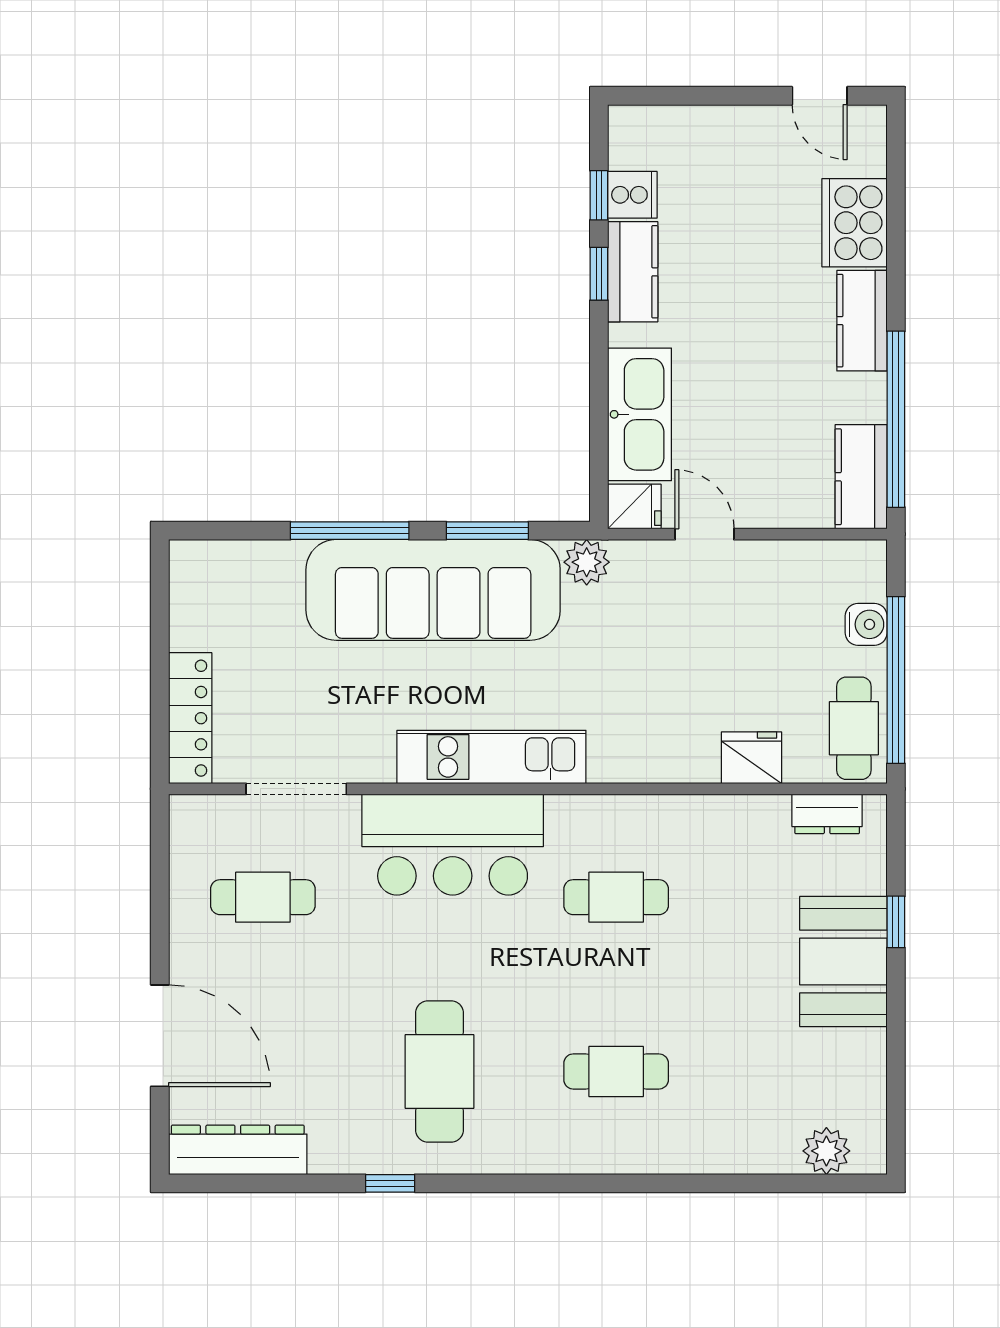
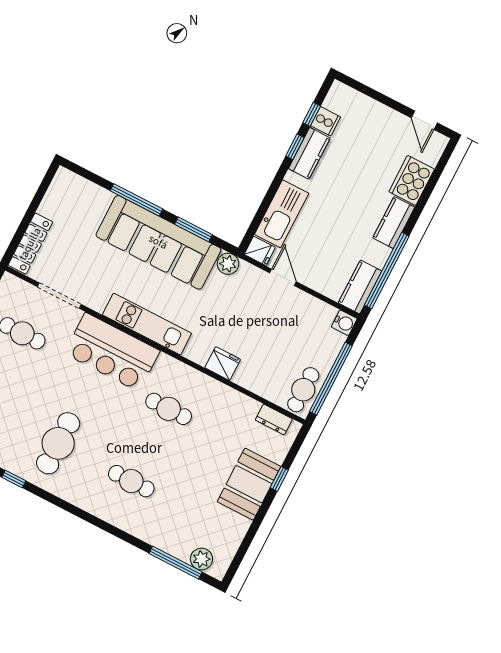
water cooler: (866, 624) -> (344, 323), moved
fridge: (751, 758) -> (223, 364), moved
window: (781, 1183) -> (176, 563), added

